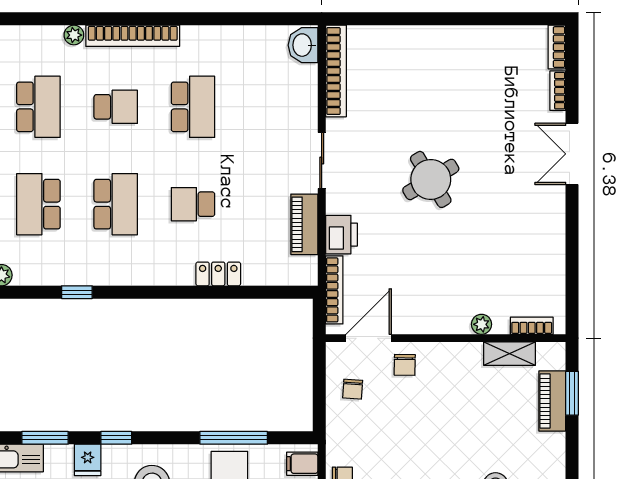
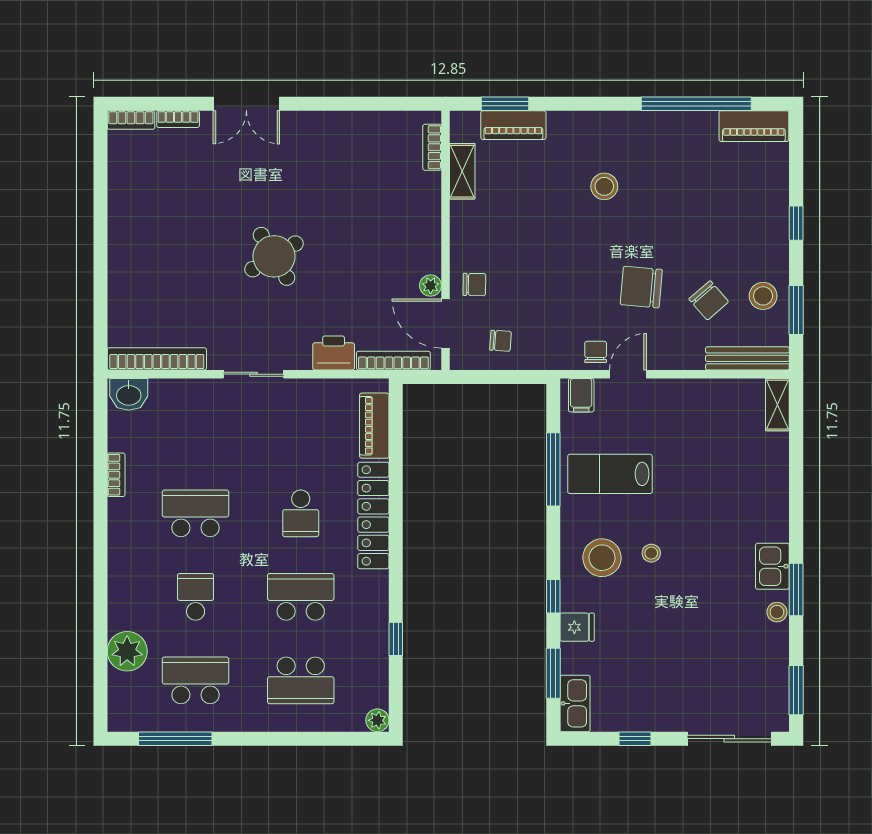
plant: (74, 35) -> (127, 651), width x1.88, depth x1.88
bookcase: (133, 36) -> (116, 475), moved, width x0.43, depth x0.76
piano: (304, 224) -> (374, 426), moved, turned 90
locker: (218, 274) -> (373, 515), width x2.16, depth x1.21
plant: (481, 324) -> (431, 286), moved

